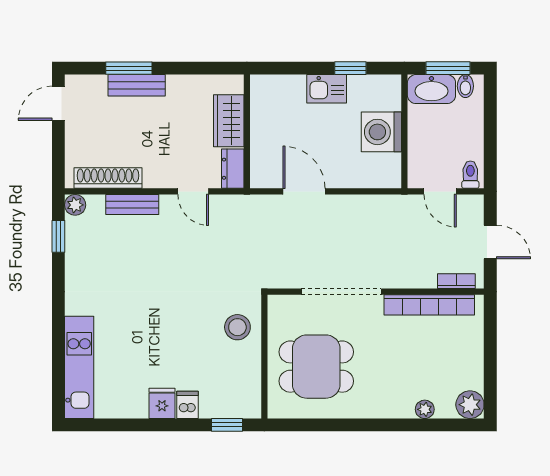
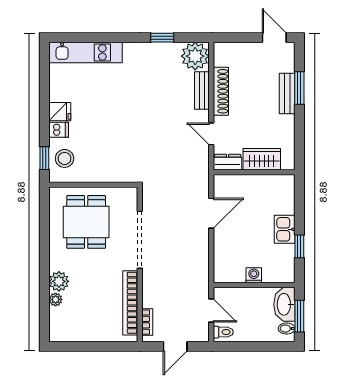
washing machine: (381, 132) -> (254, 275), width x0.53, depth x0.53
shoe rack: (108, 178) -> (221, 91), moved
door: (193, 191) -> (211, 134), hinge flipped
door: (440, 191) -> (211, 311), swing flipped
plant: (75, 205) -> (195, 56), width x1.88, depth x1.88
window: (58, 236) -> (162, 38), moved
stool: (237, 327) -> (65, 158), moved
plant: (470, 405) -> (59, 281), moved

